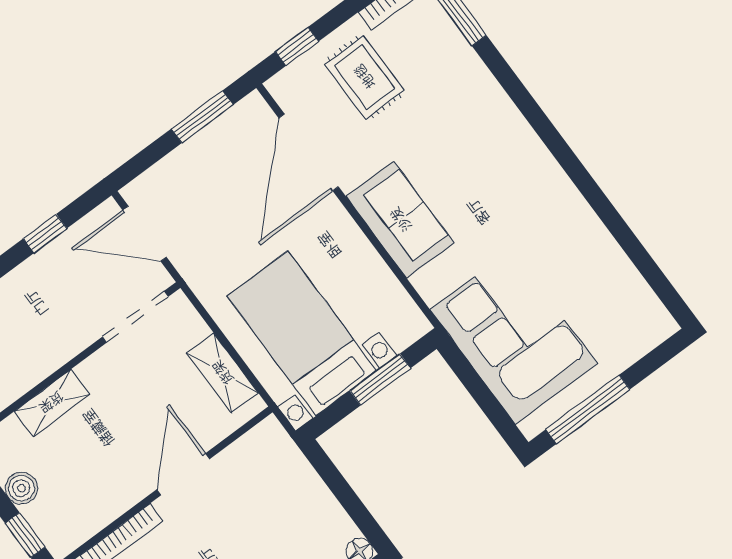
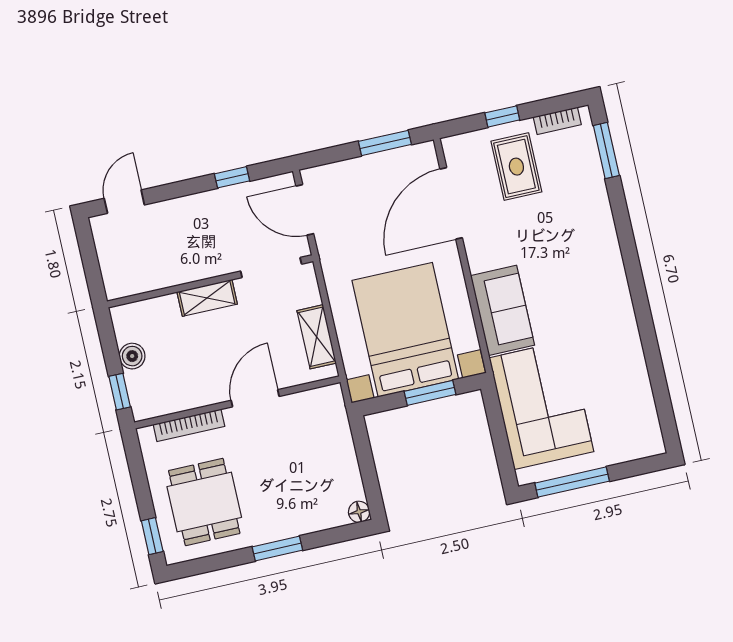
window: (297, 46) -> (502, 116), moved
sofa: (400, 220) -> (503, 310), moved
bed with nightstands: (302, 333) -> (405, 330), width x1.36
shelving: (52, 403) -> (207, 298), moved

